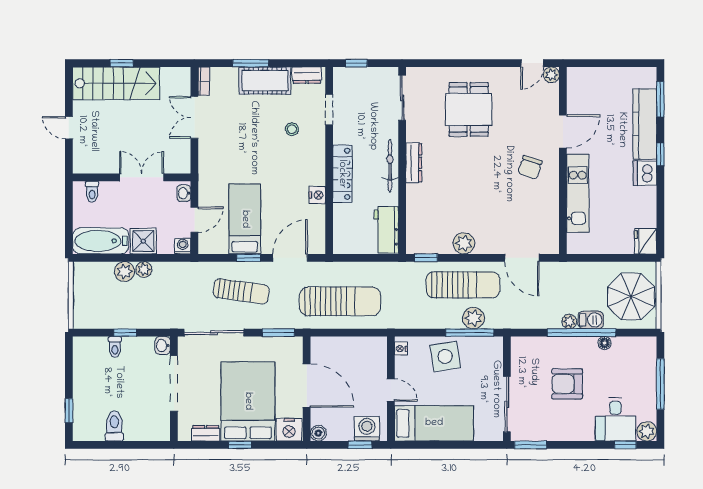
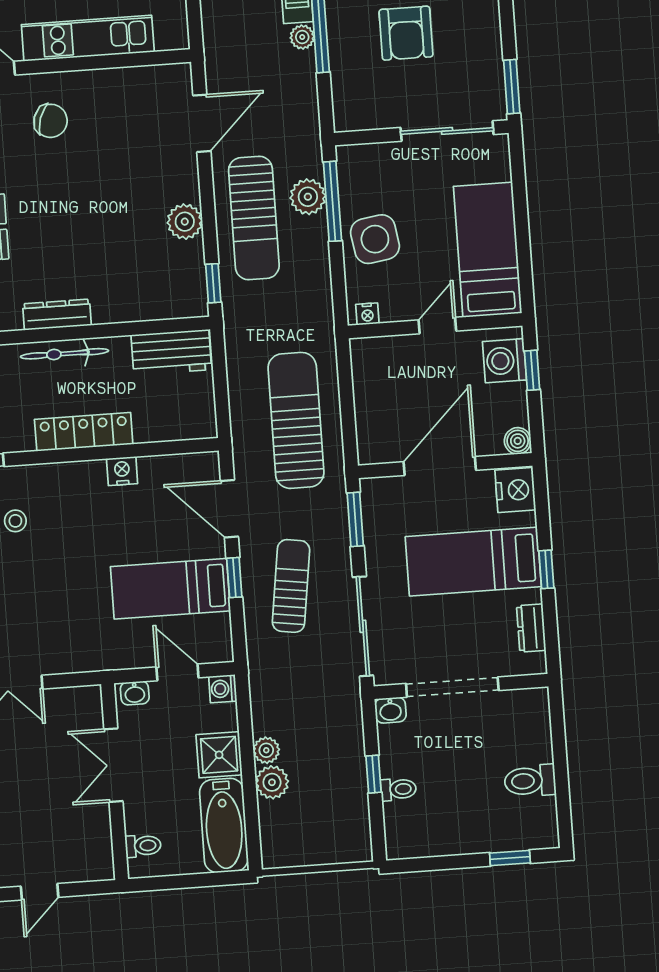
sun lounger: (463, 285) -> (254, 218), turned 180
bed: (248, 401) -> (473, 562), width x0.67

